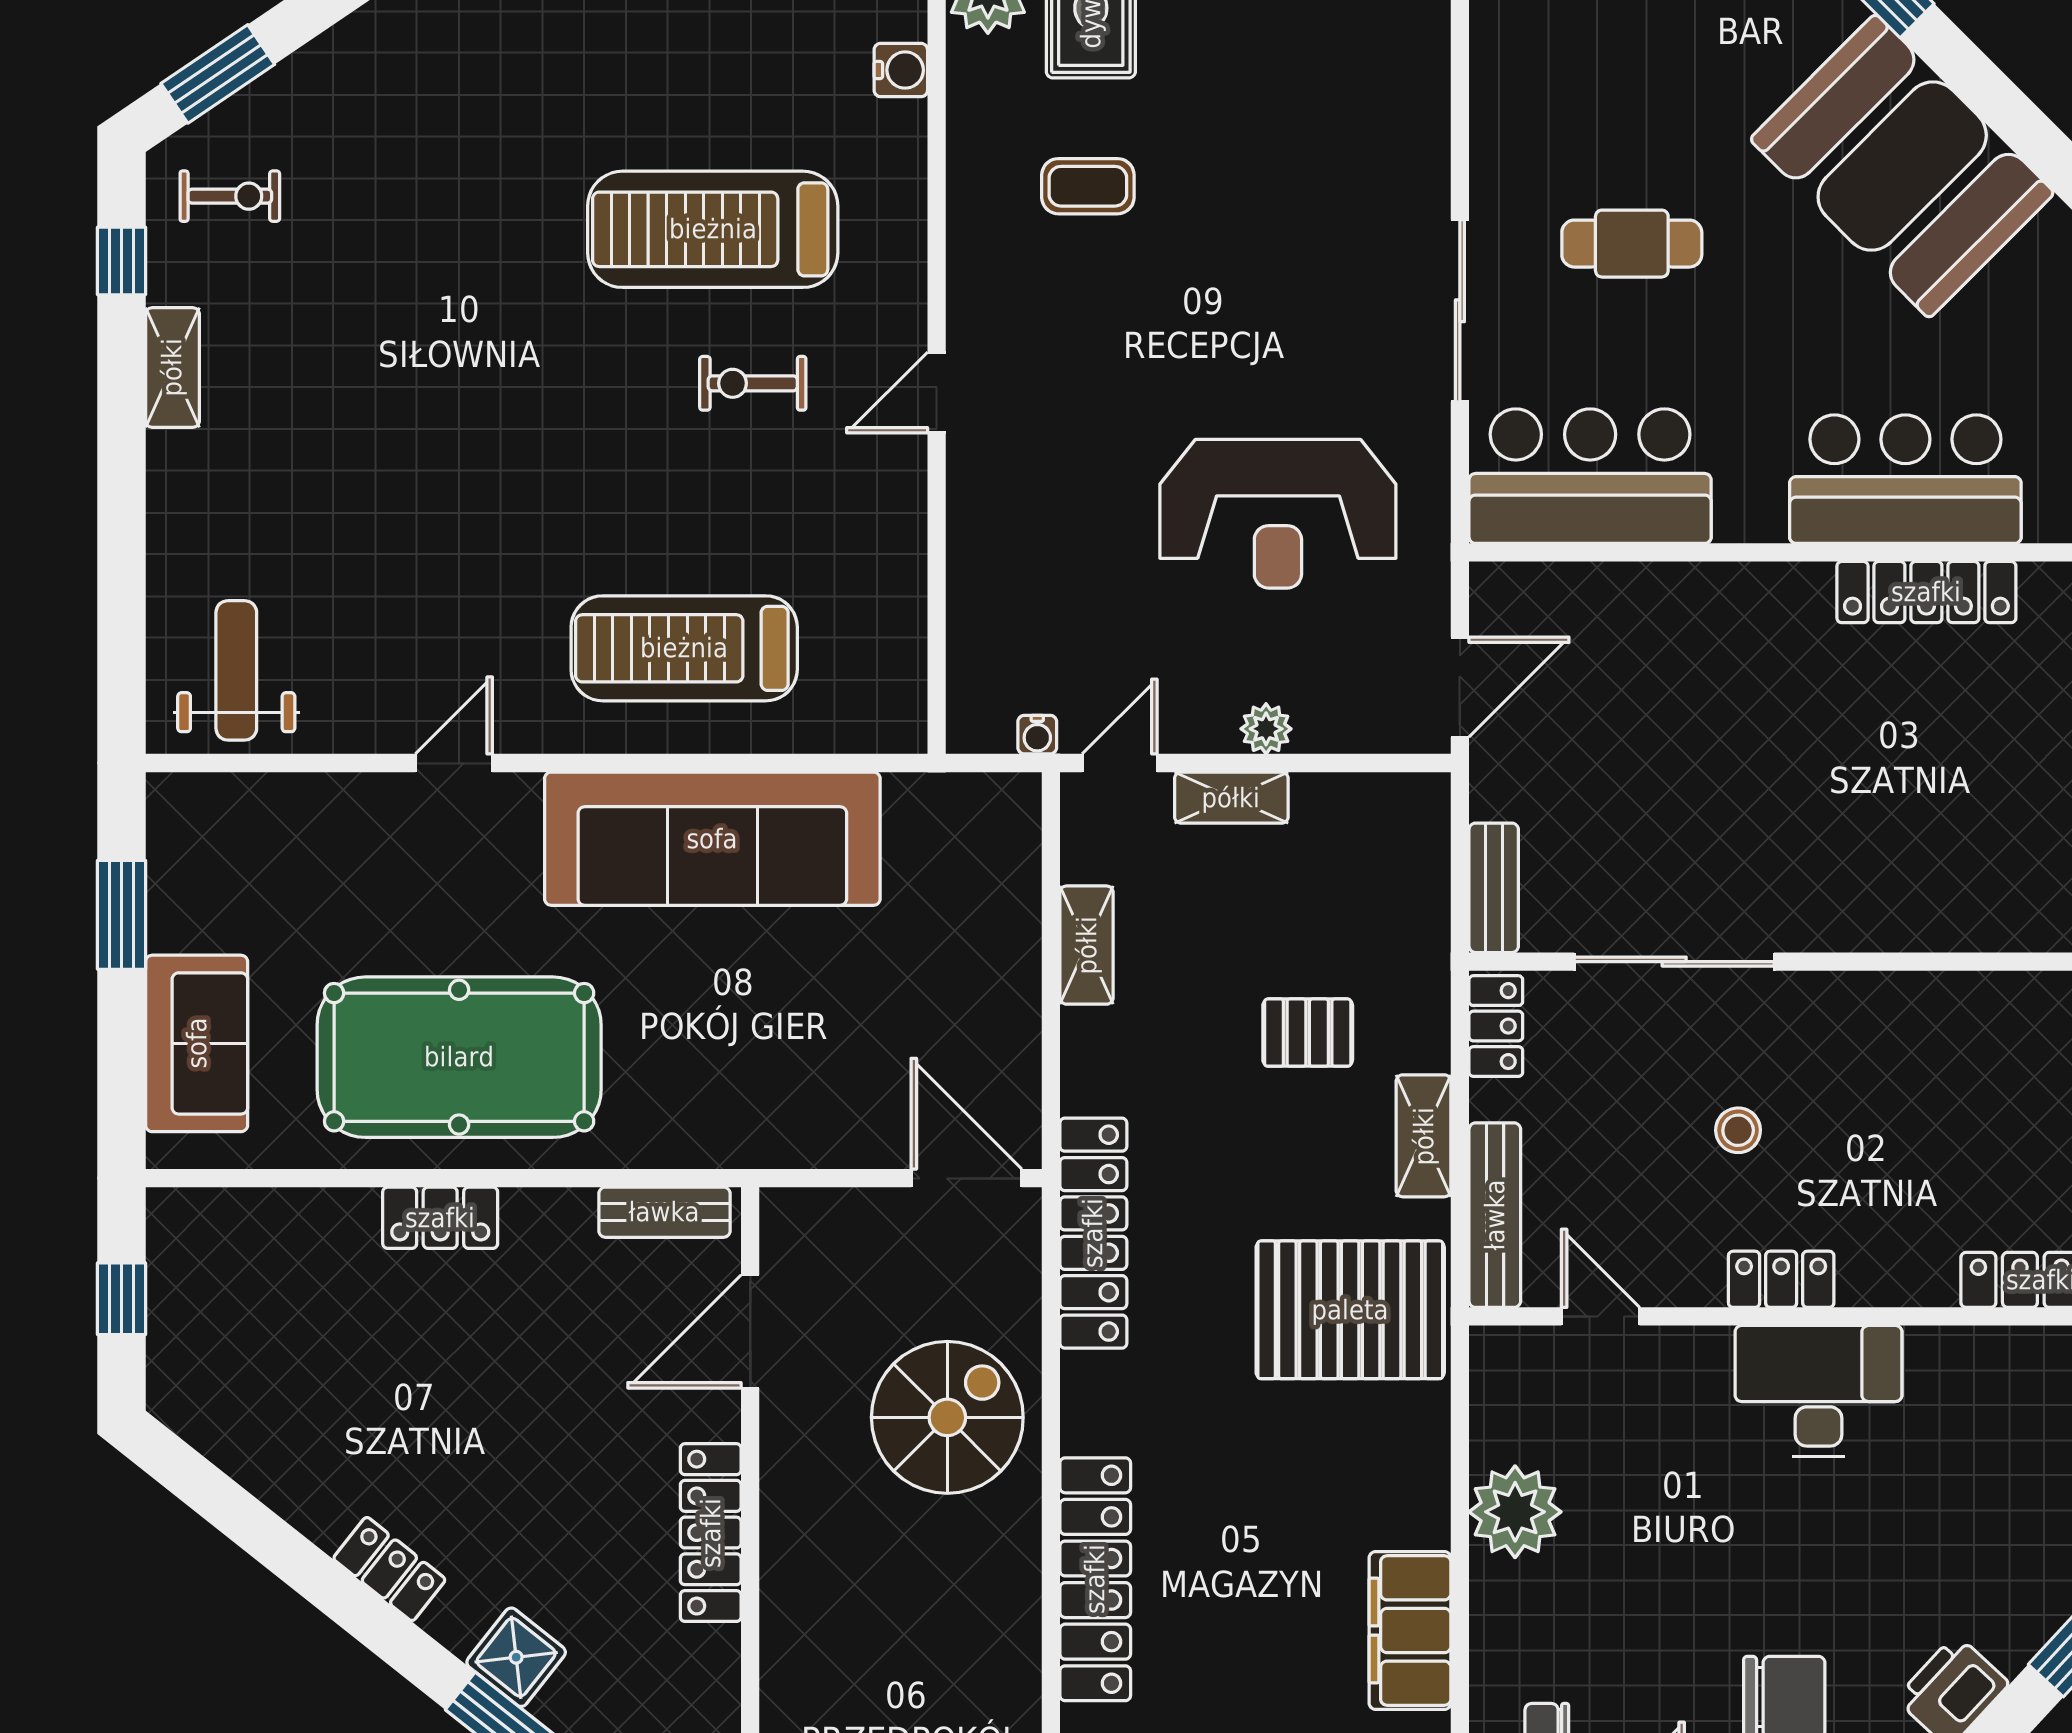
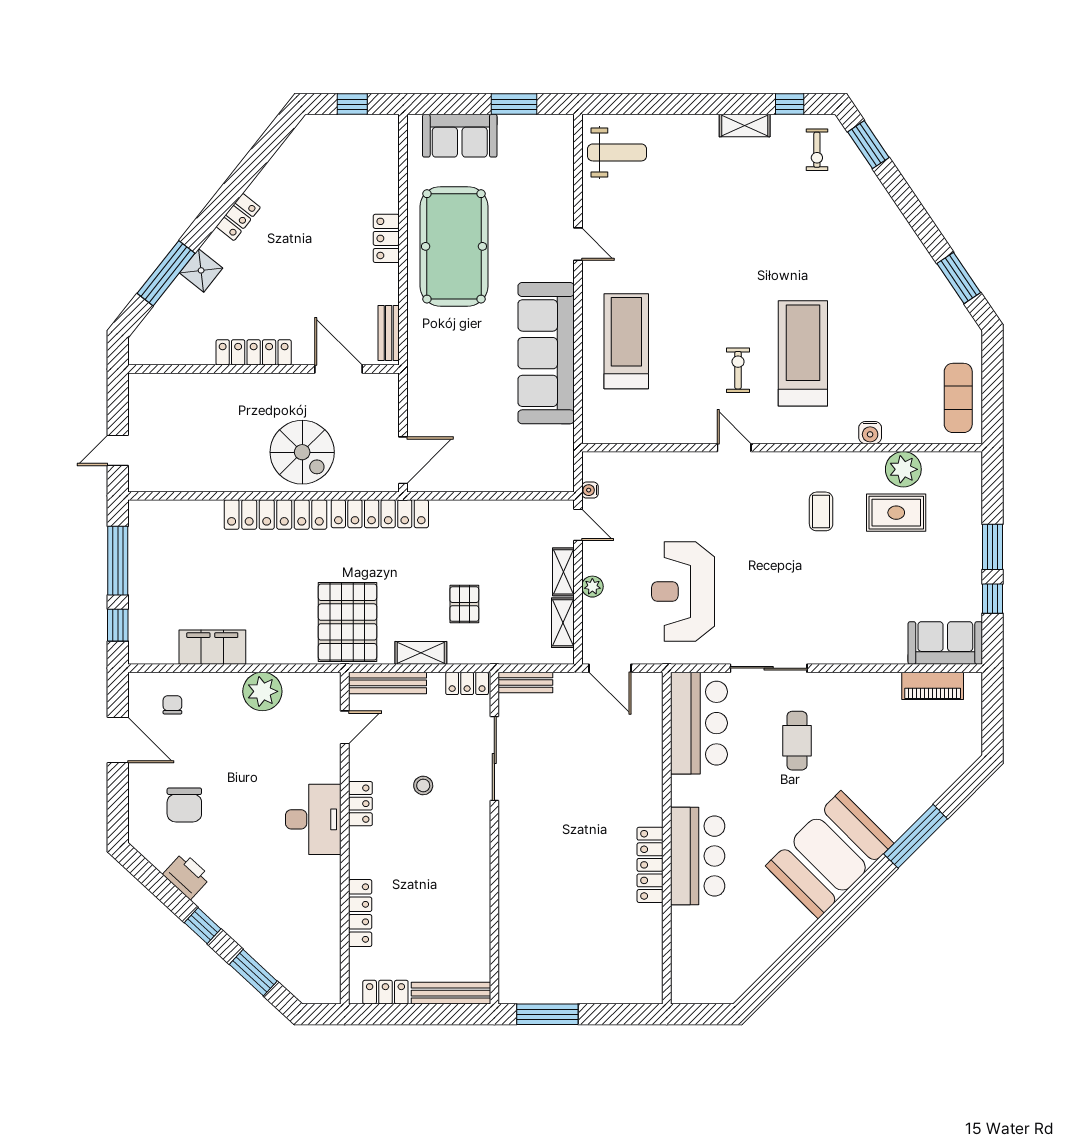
shelving: (1087, 945) -> (563, 623), moved, turned 90
locker: (1095, 1579) -> (275, 515), moved

